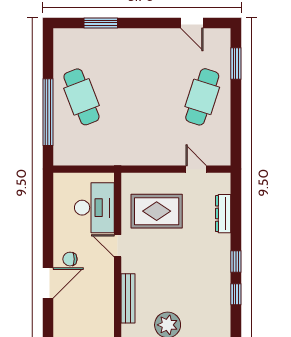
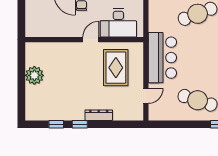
bar counter: (143, 146) -> (162, 58), added
dresser: (223, 214) -> (99, 115), moved
bench: (128, 298) -> (53, 47), removed

